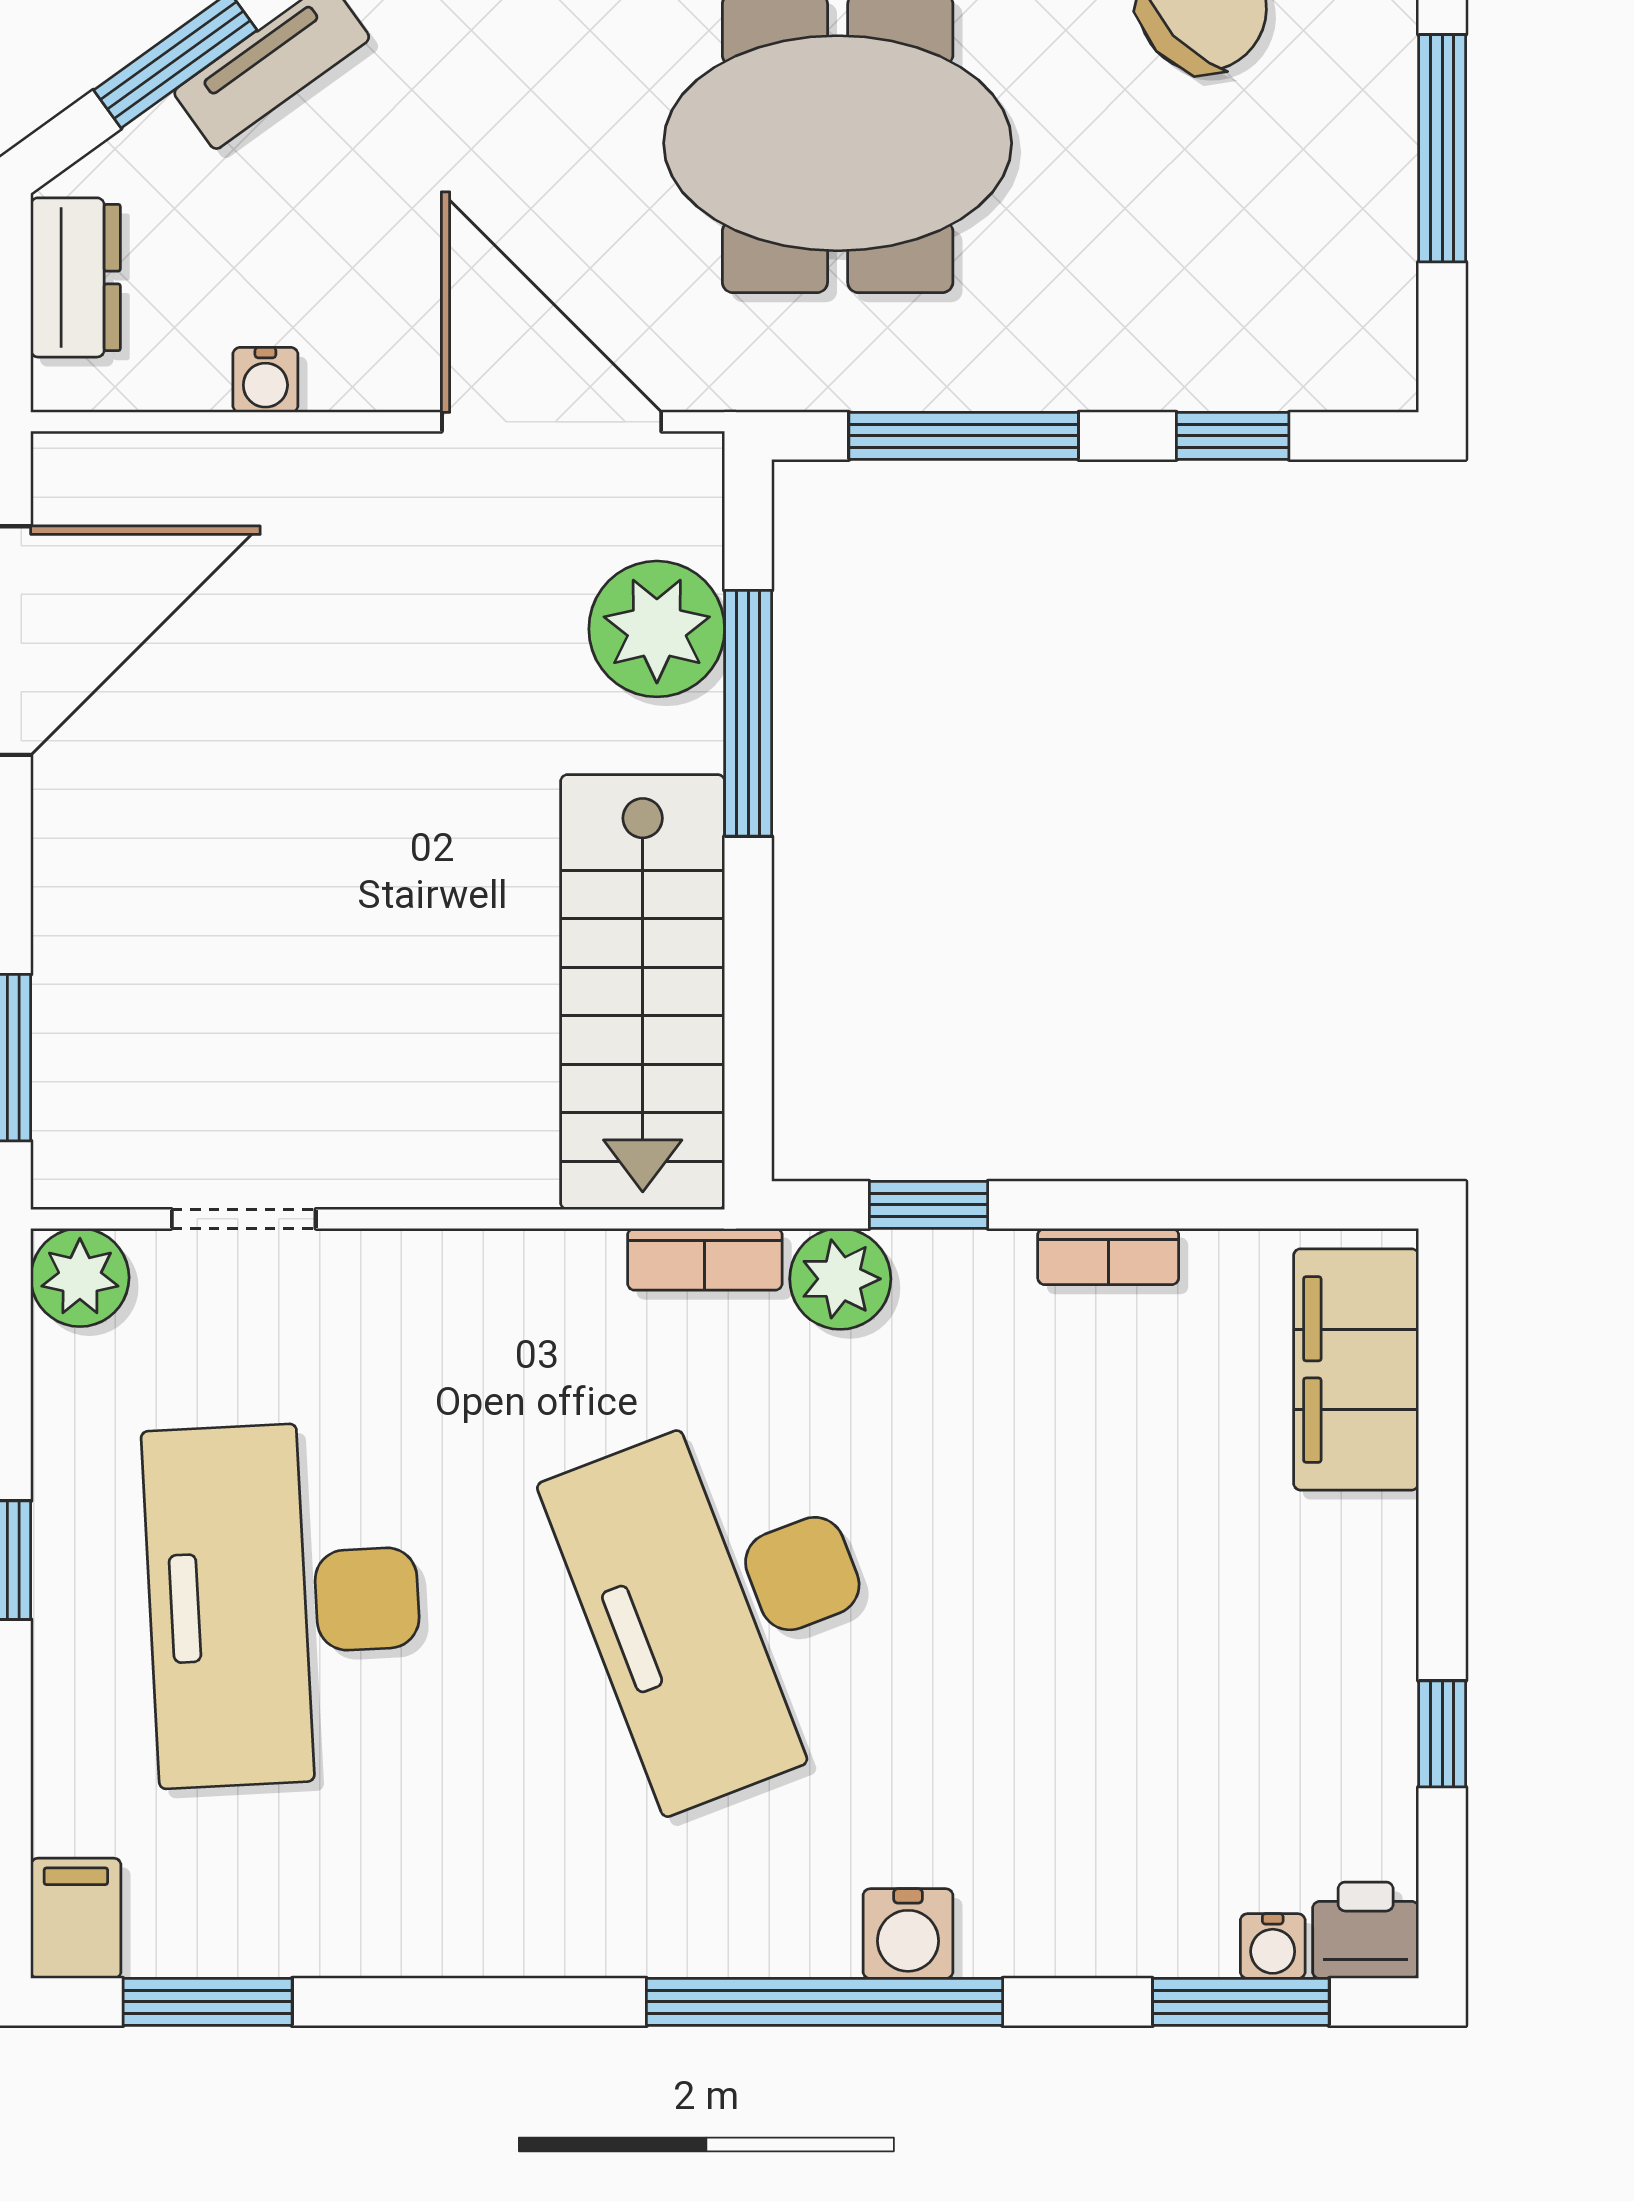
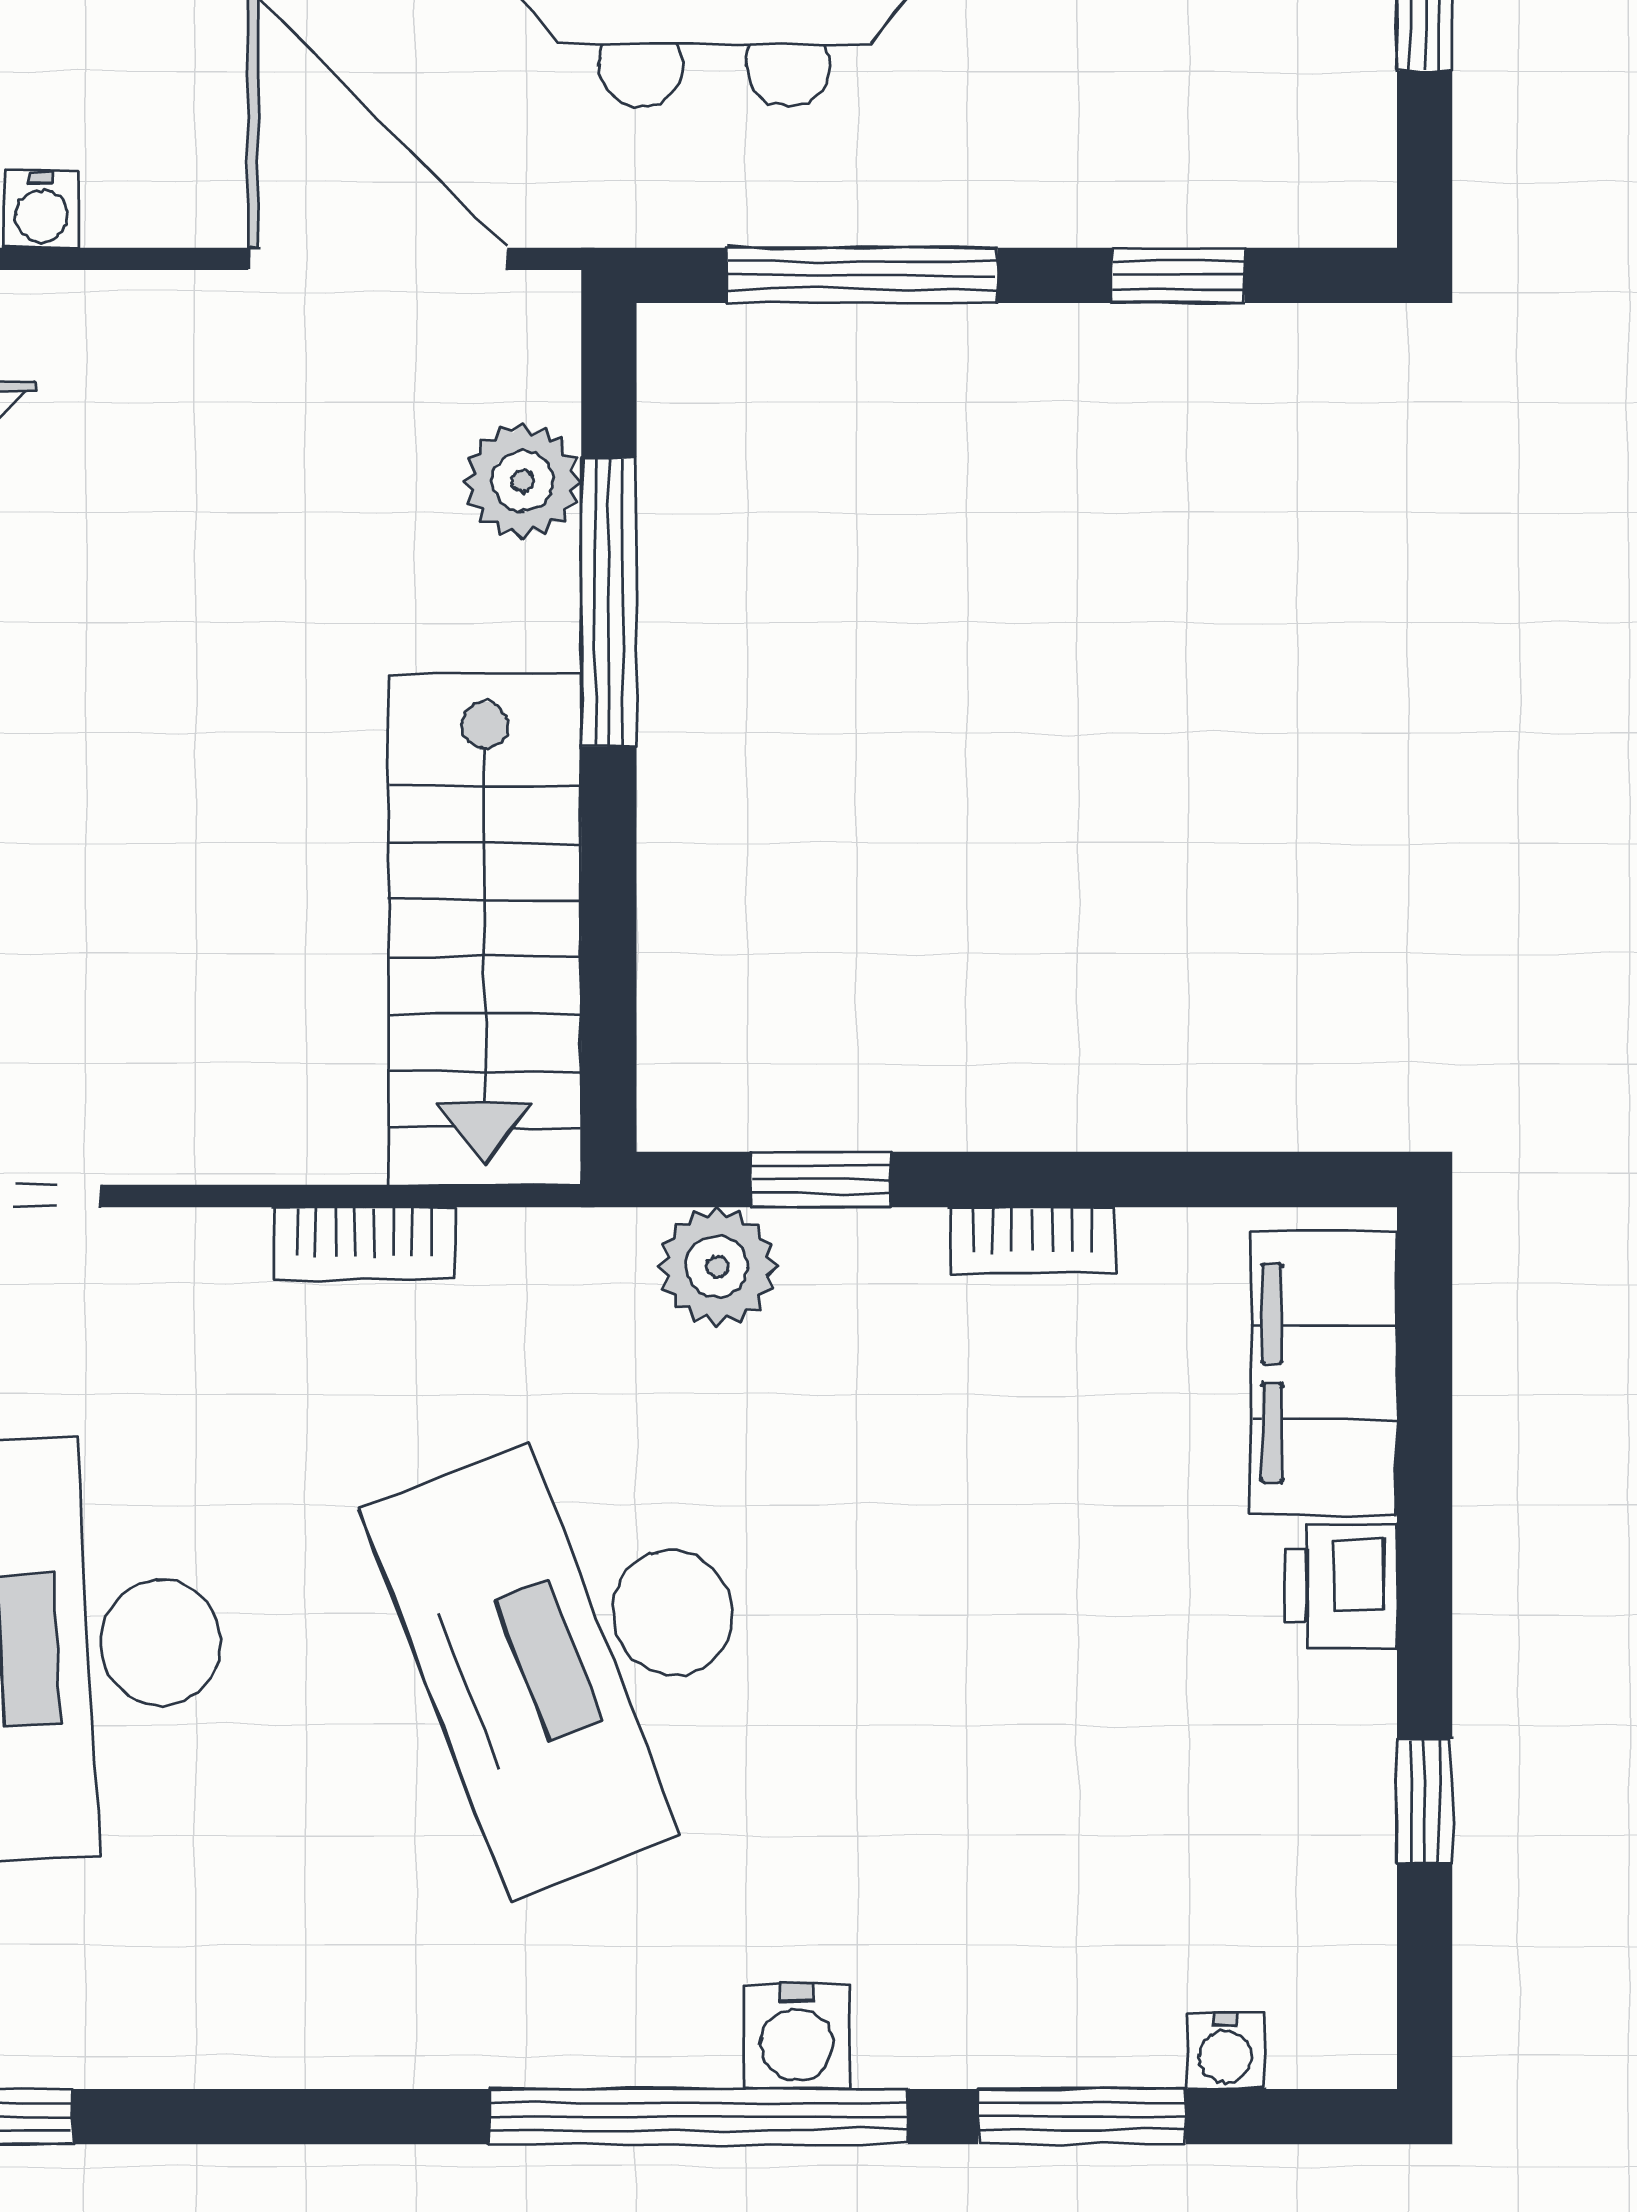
plant: (657, 629) -> (523, 481), width x0.73, depth x0.73
bookcase: (705, 1259) -> (364, 1243), moved
printer: (1366, 1930) -> (1340, 1586), moved, turned -90
window: (1241, 2002) -> (1082, 2117), moved

